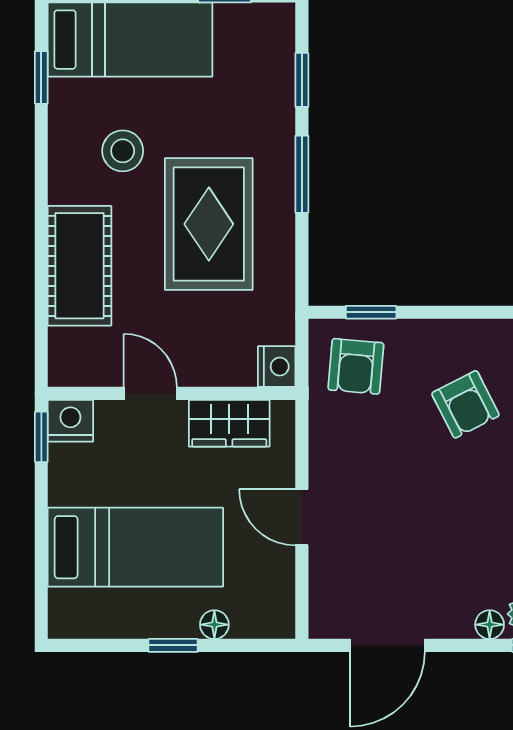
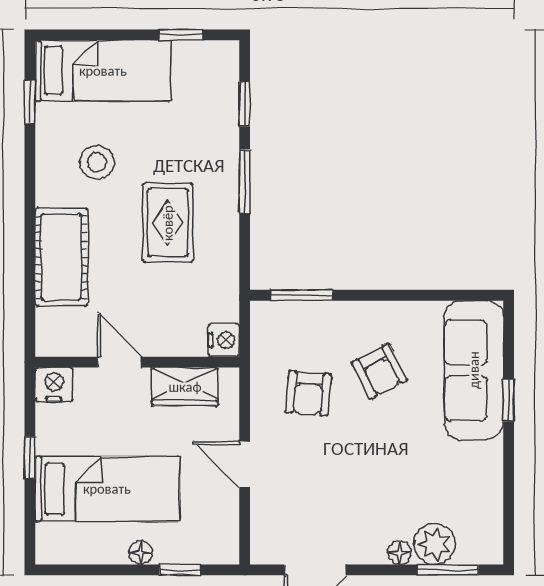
rug: (209, 224) -> (168, 223), width x0.73, depth x0.70
window: (371, 312) -> (302, 295), width x1.50
armchair: (356, 366) -> (308, 393), moved
window: (41, 437) -> (30, 458), moved
floor lamp: (214, 625) -> (141, 553), moved
window: (173, 645) -> (180, 570), moved

